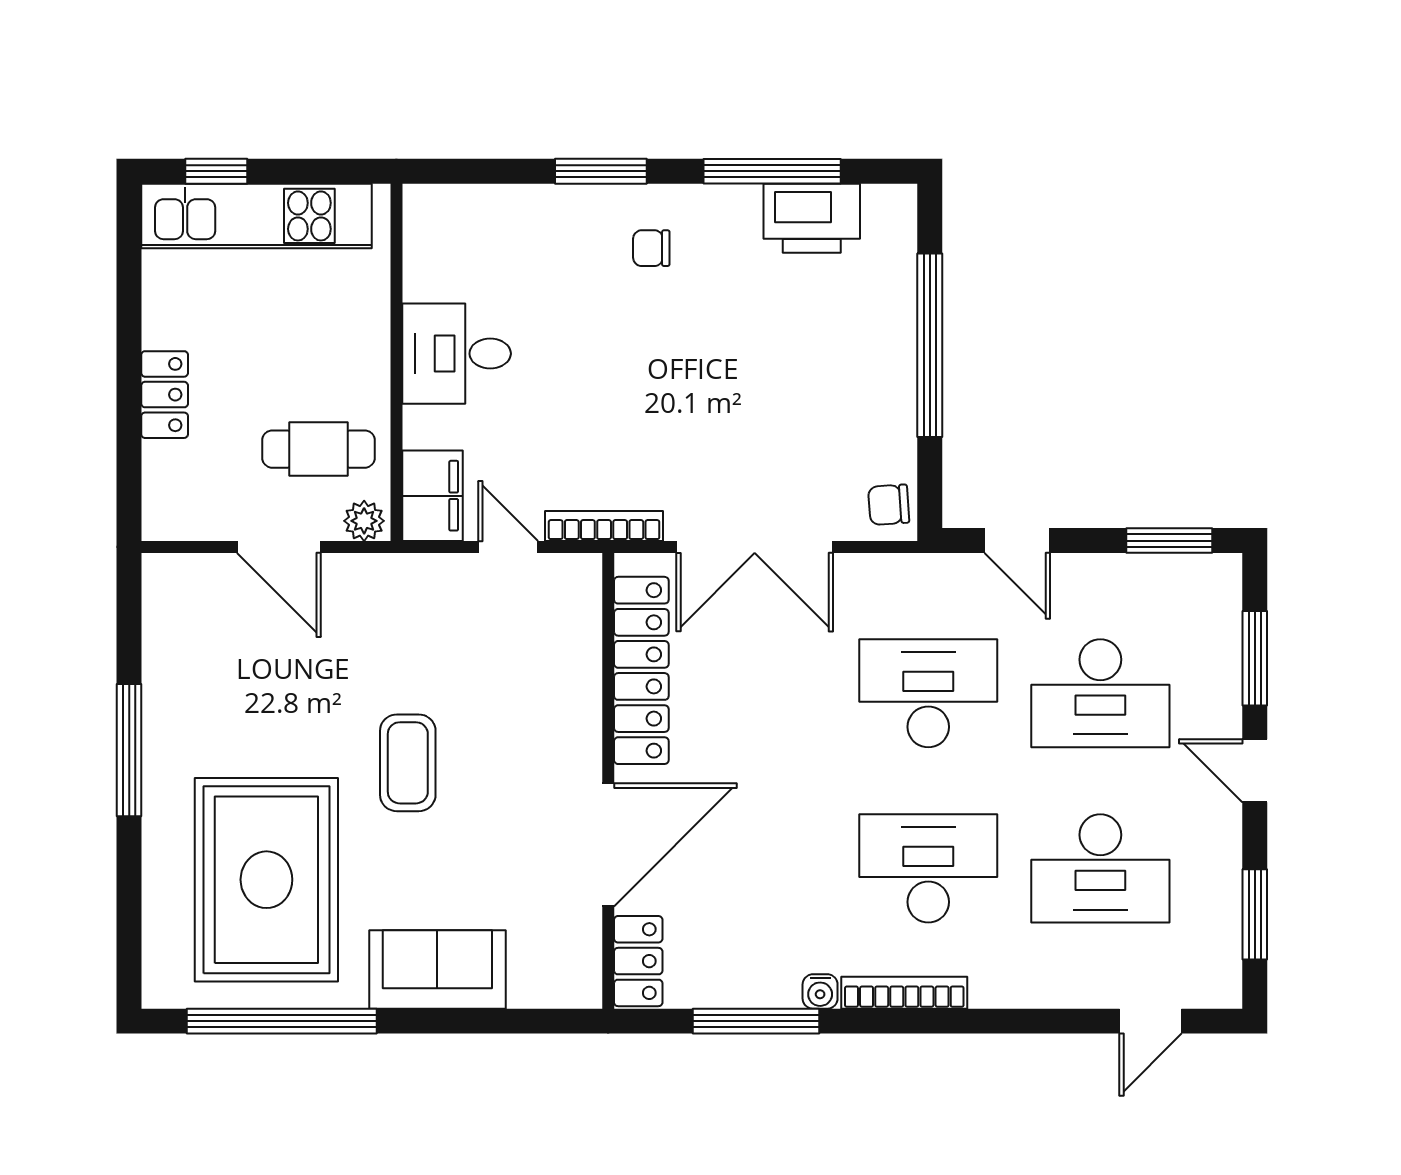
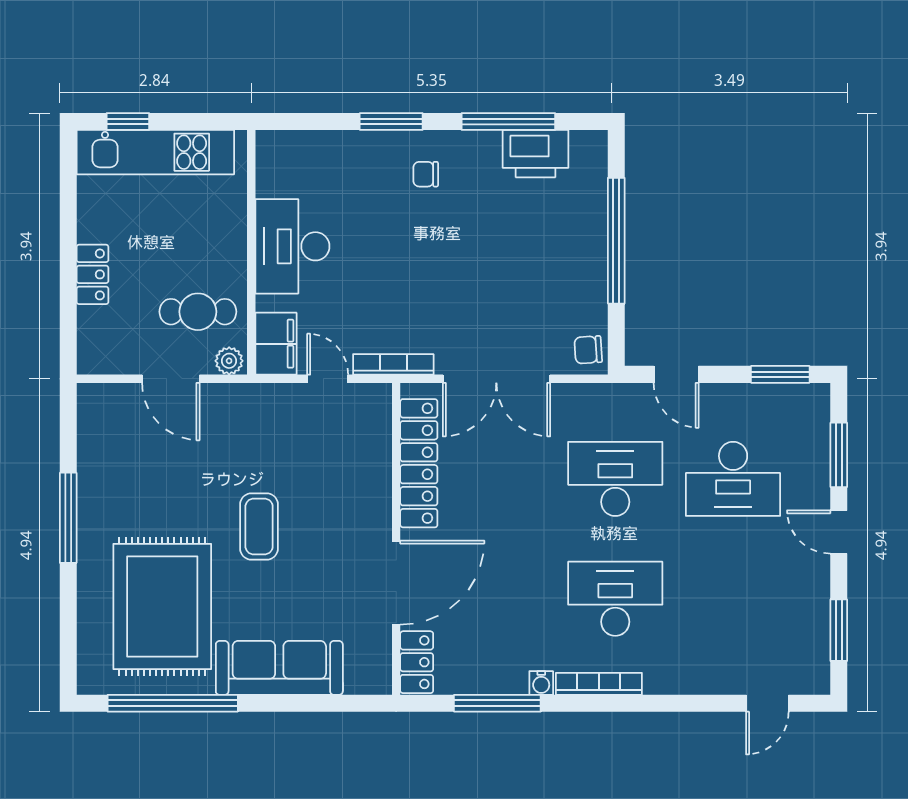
desk: (457, 354) -> (292, 246), width x1.37
desk: (1100, 868) -> (733, 599), removed
sofa: (437, 969) -> (279, 668), width x1.36

